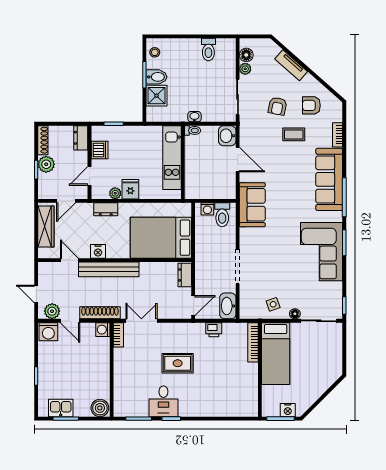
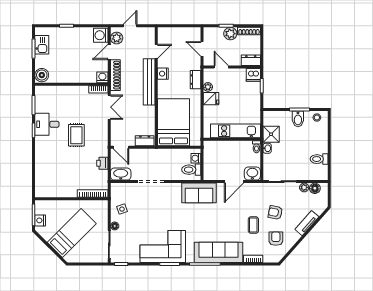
shower: (156, 96) -> (271, 134), moved
dishwasher: (100, 150) -> (253, 75), moved
wardrobe: (46, 226) -> (182, 33), removed
bed: (276, 354) -> (72, 233), moved, turned 135

